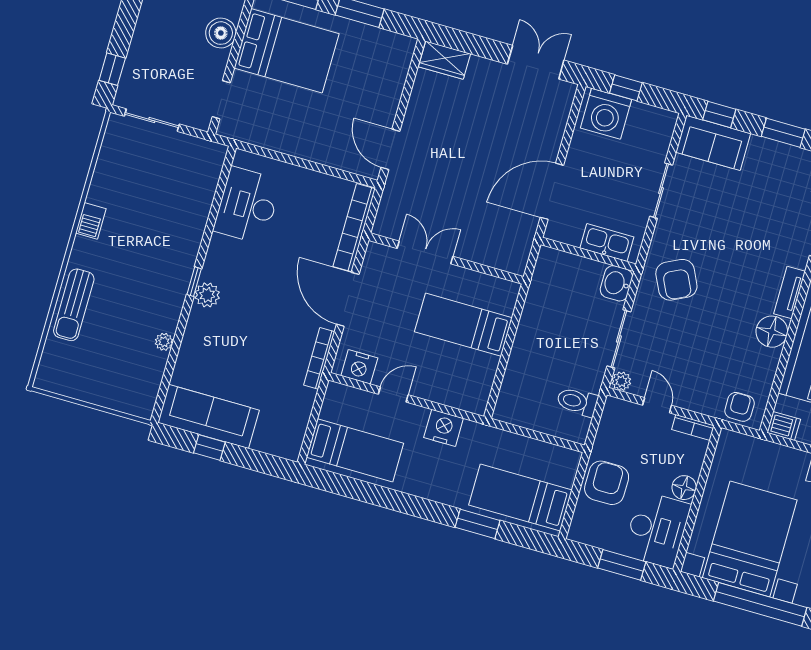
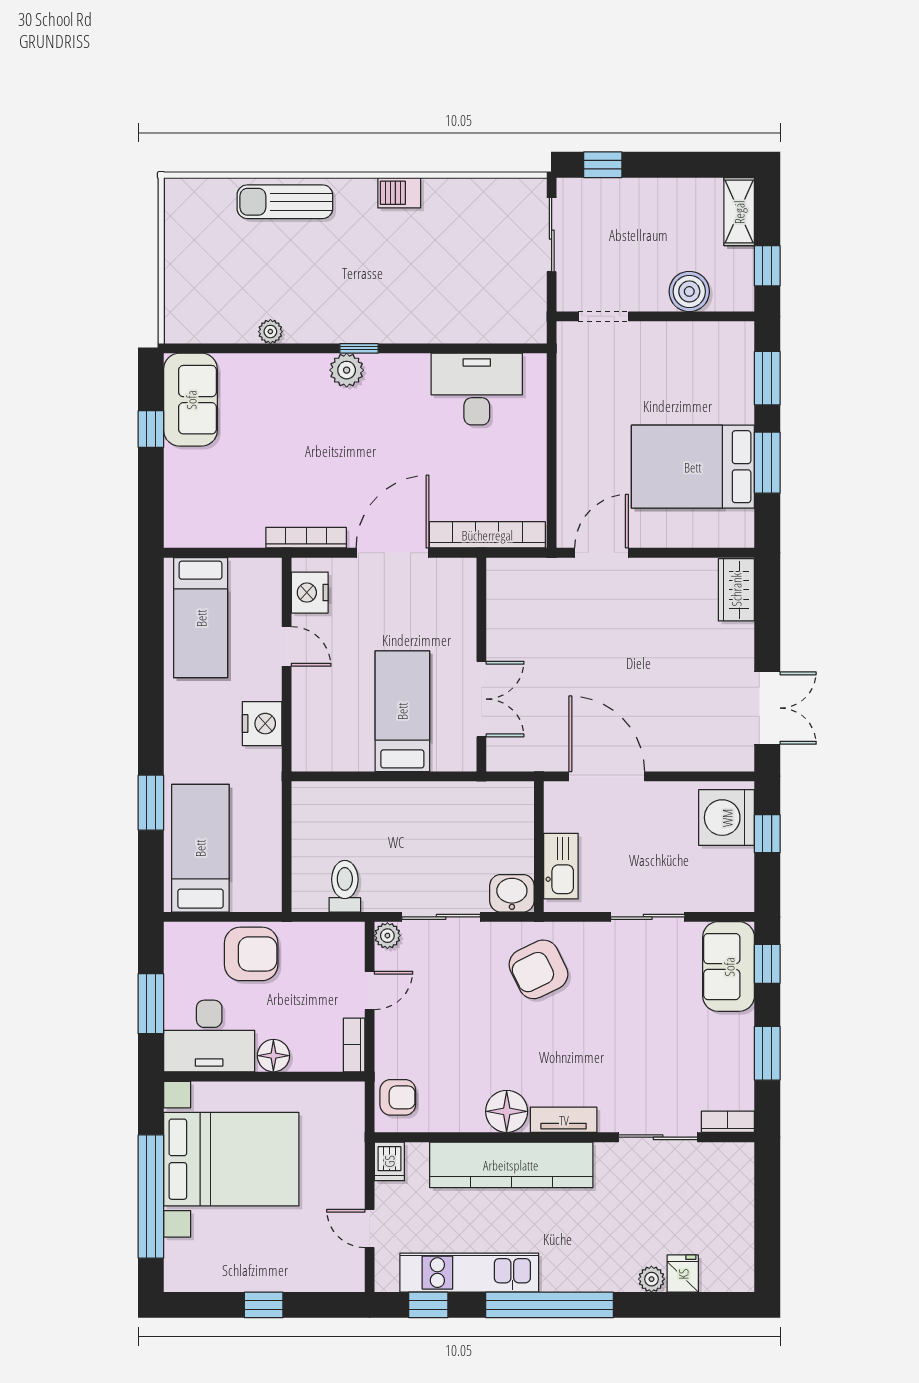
bed: (287, 51) -> (693, 467), moved, turned 90
double door: (425, 252) -> (481, 699), moved
sofa: (209, 416) -> (191, 400), width x0.73

